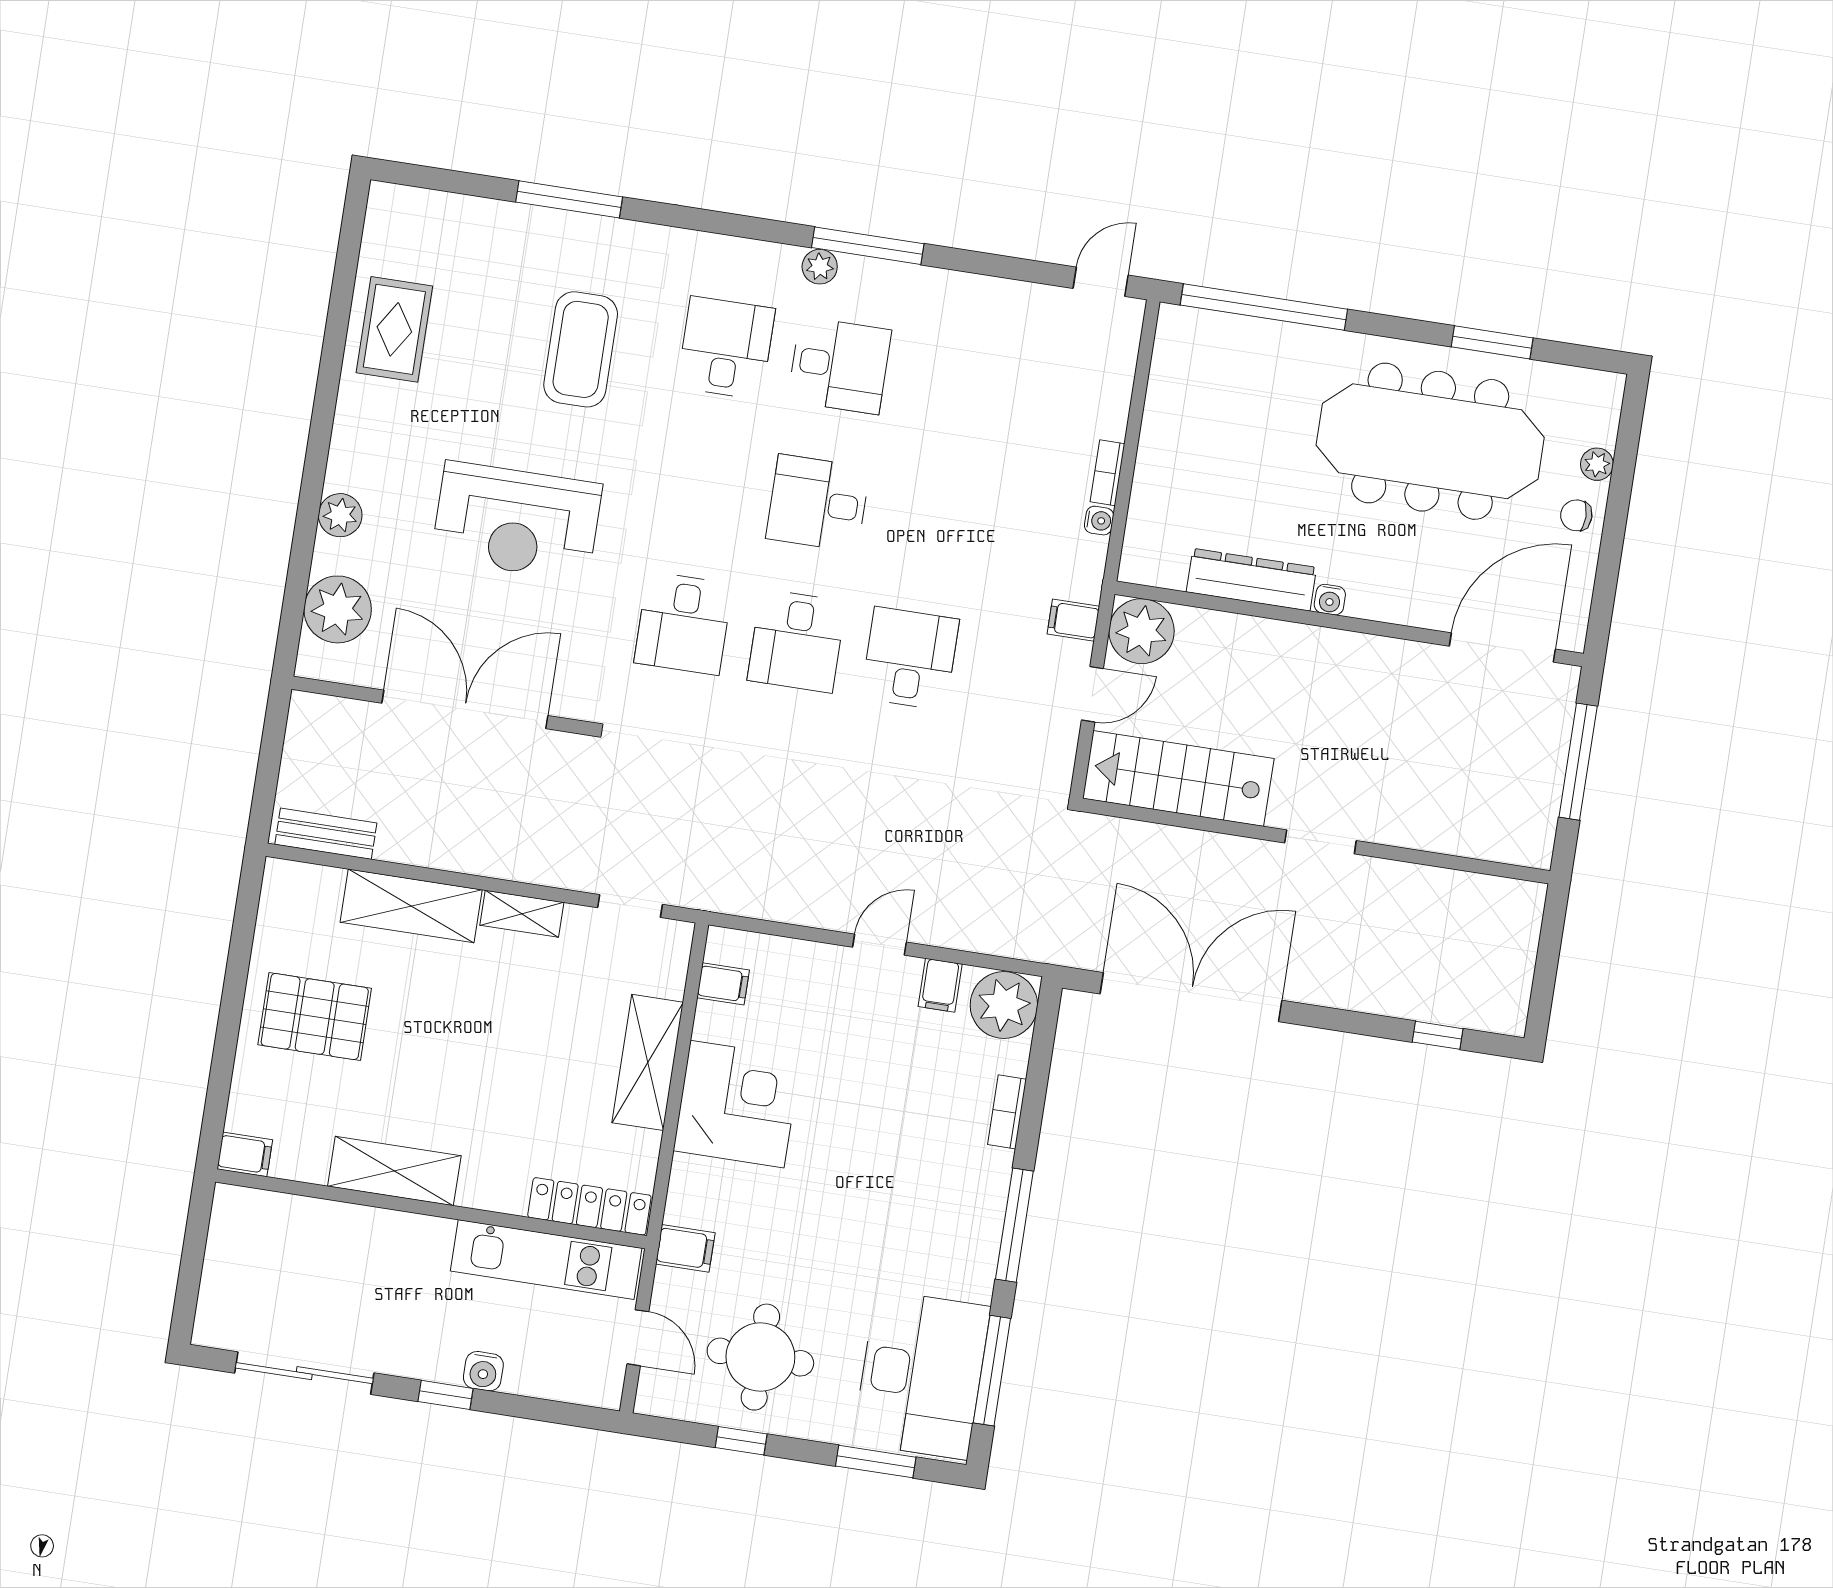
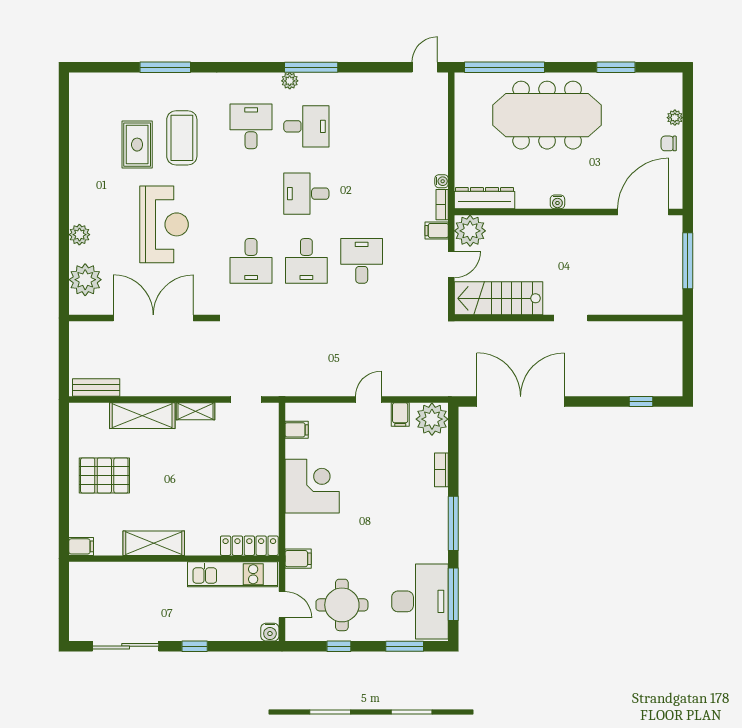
rug: (394, 329) -> (137, 145), moved
meeting table: (1430, 441) -> (547, 115), moved
bookcase: (1108, 473) -> (442, 205), moved
reception desk: (517, 521) -> (164, 224), turned -90
dresser: (1251, 580) -> (484, 198), moved
shelving: (648, 1062) -> (266, 473), removed
water cooler: (483, 1371) -> (270, 632), moved

